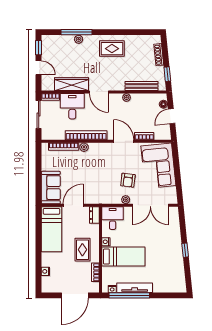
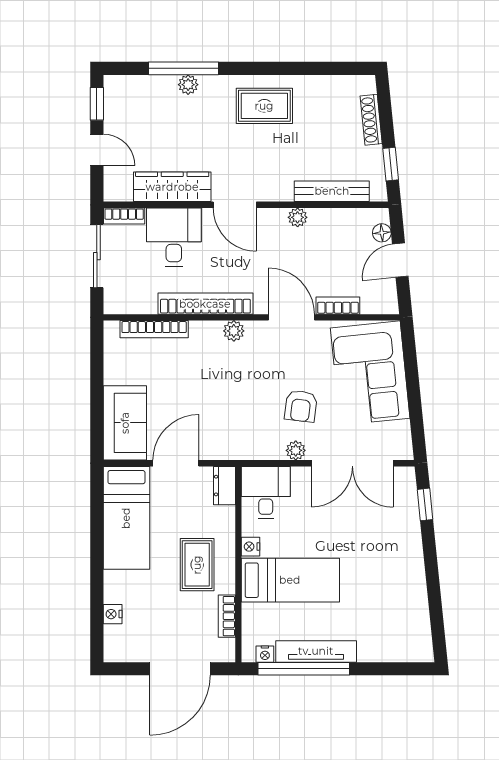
plant: (84, 147) -> (234, 331), moved
window: (185, 250) -> (425, 504), moved

